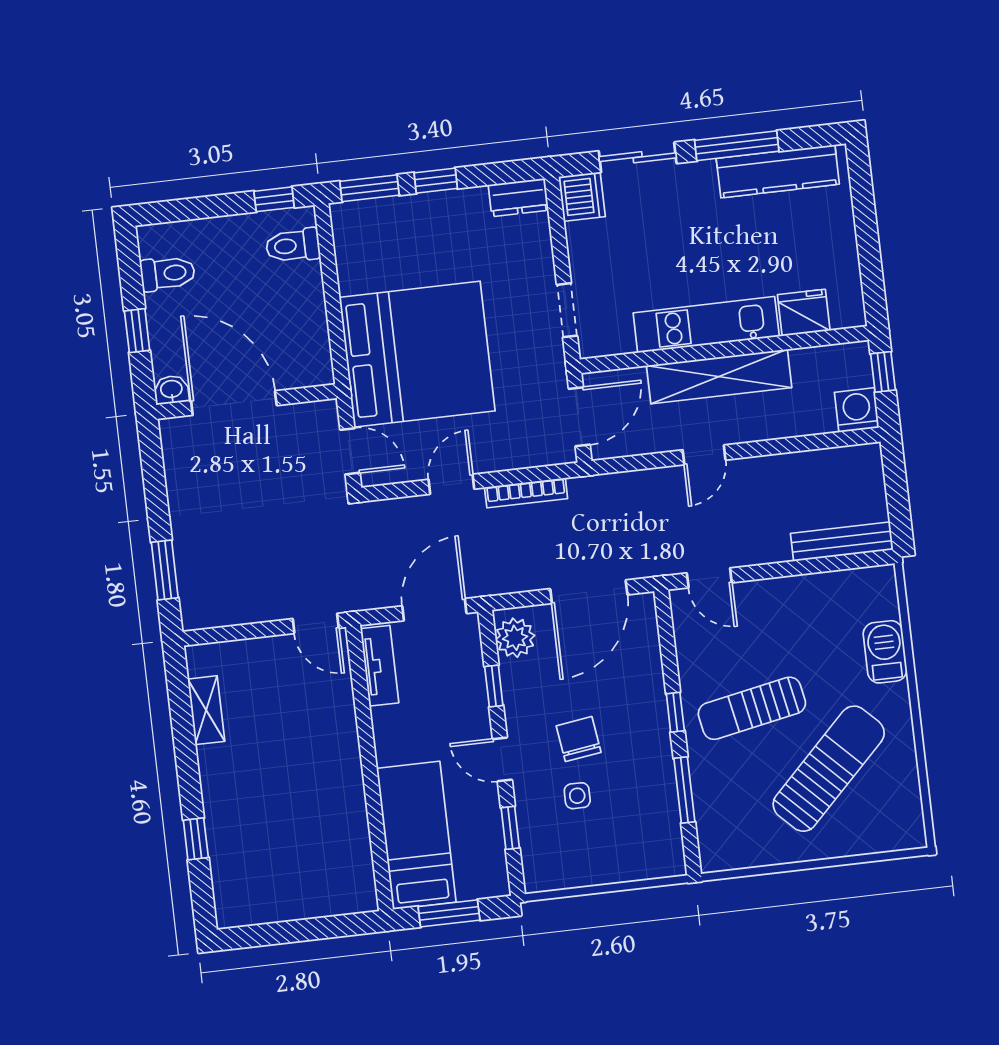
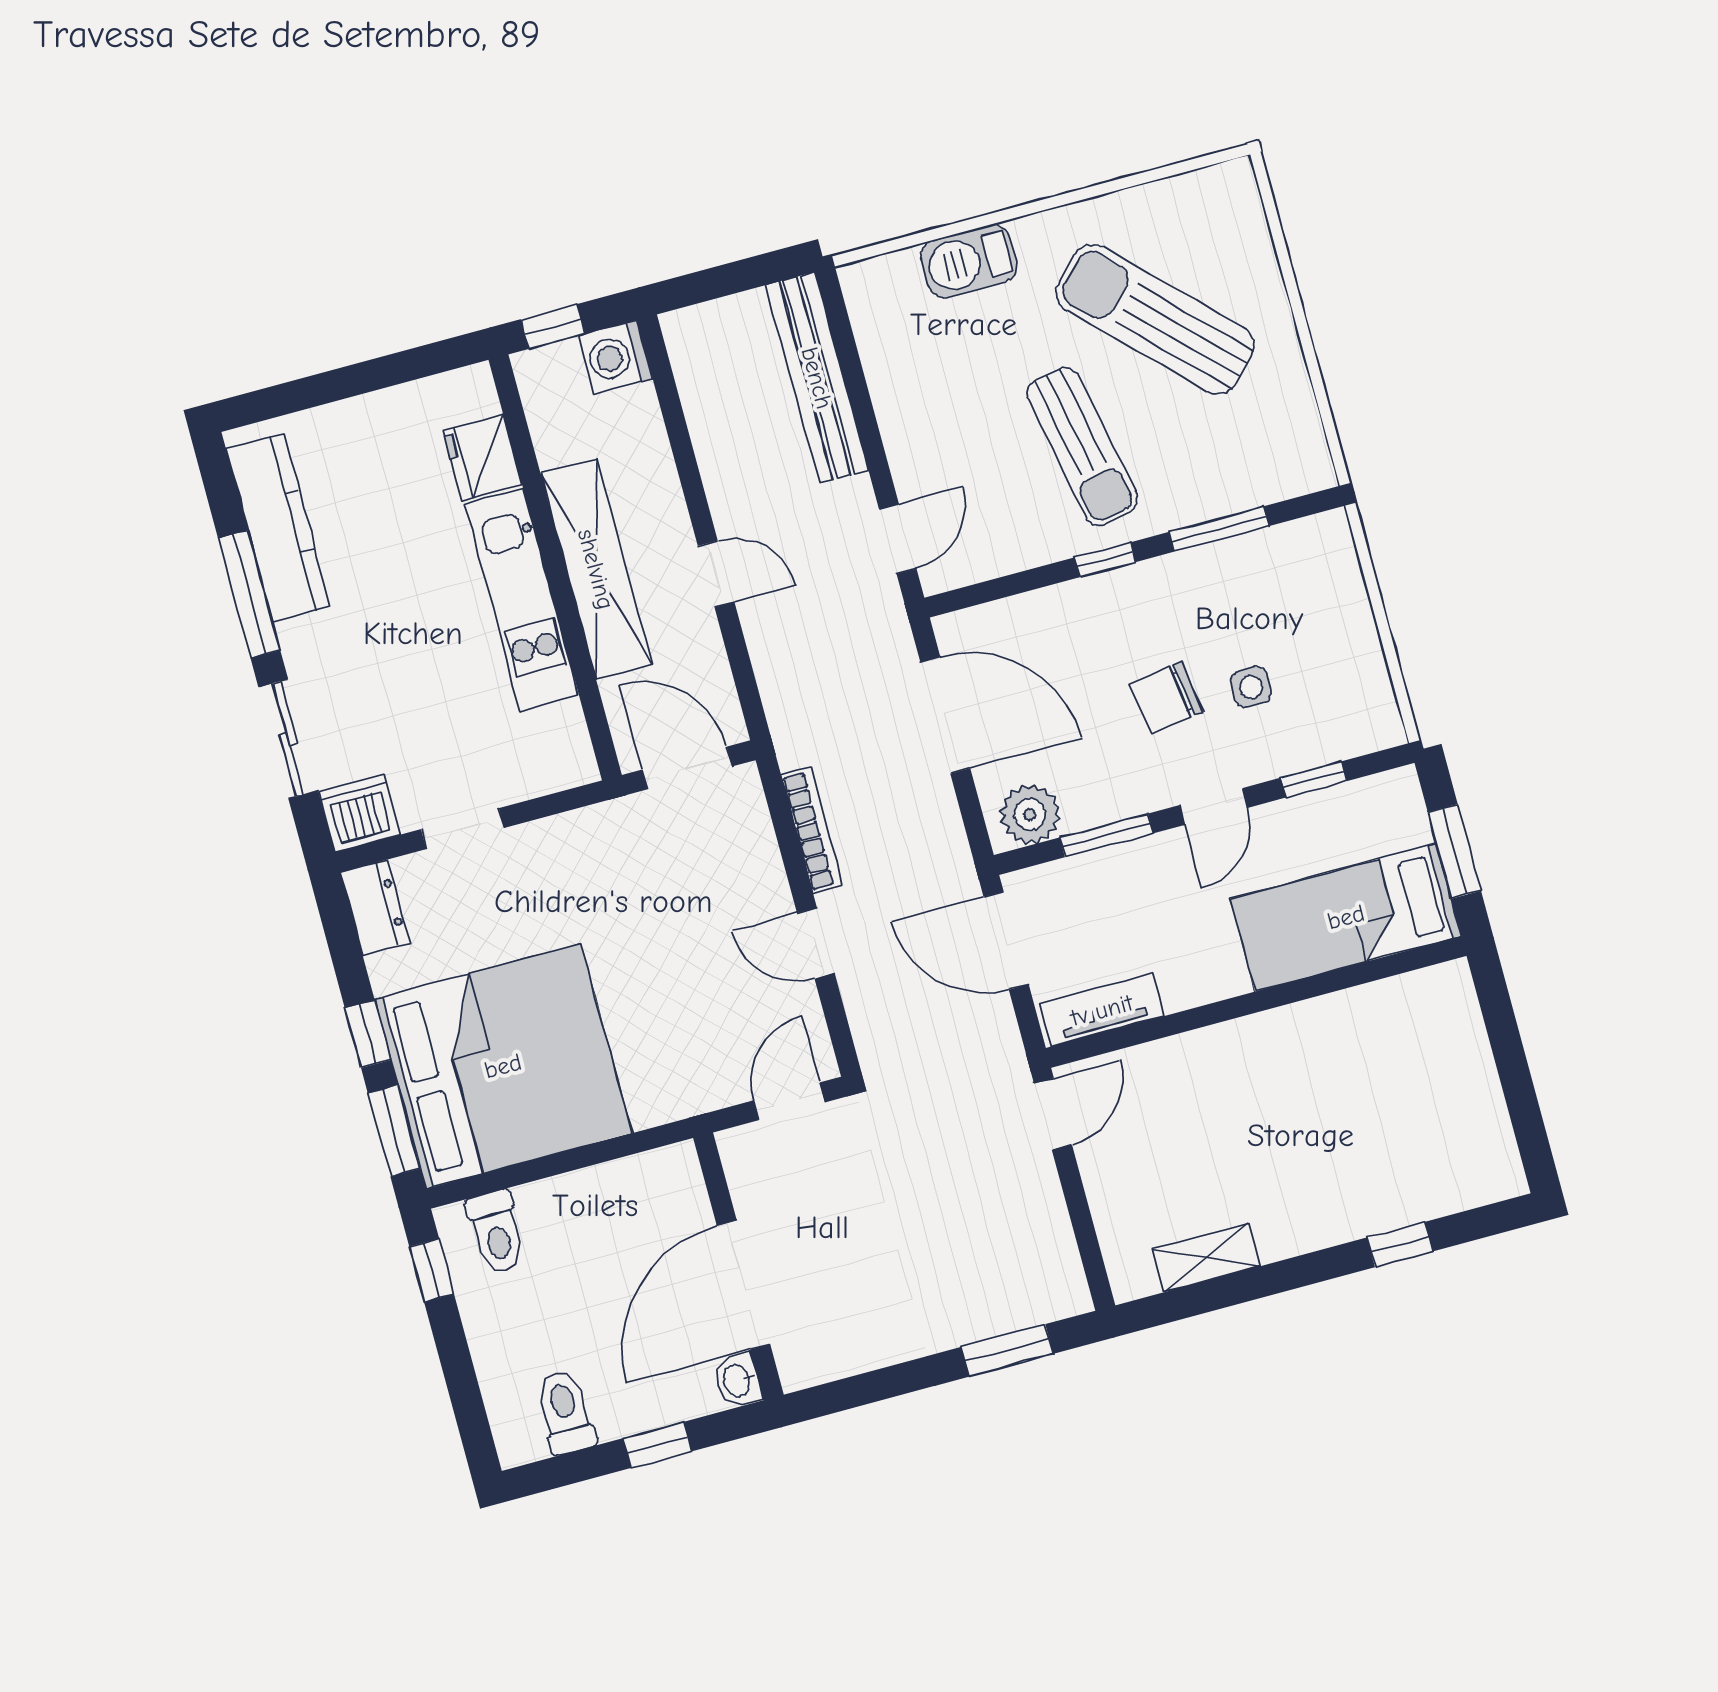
doorway: (567, 310) -> (463, 829), moved
bed: (417, 354) -> (503, 1066), moved, turned 90
bench: (842, 542) -> (817, 378), width x1.37, depth x1.21
window: (494, 686) -> (1107, 835), width x1.50

